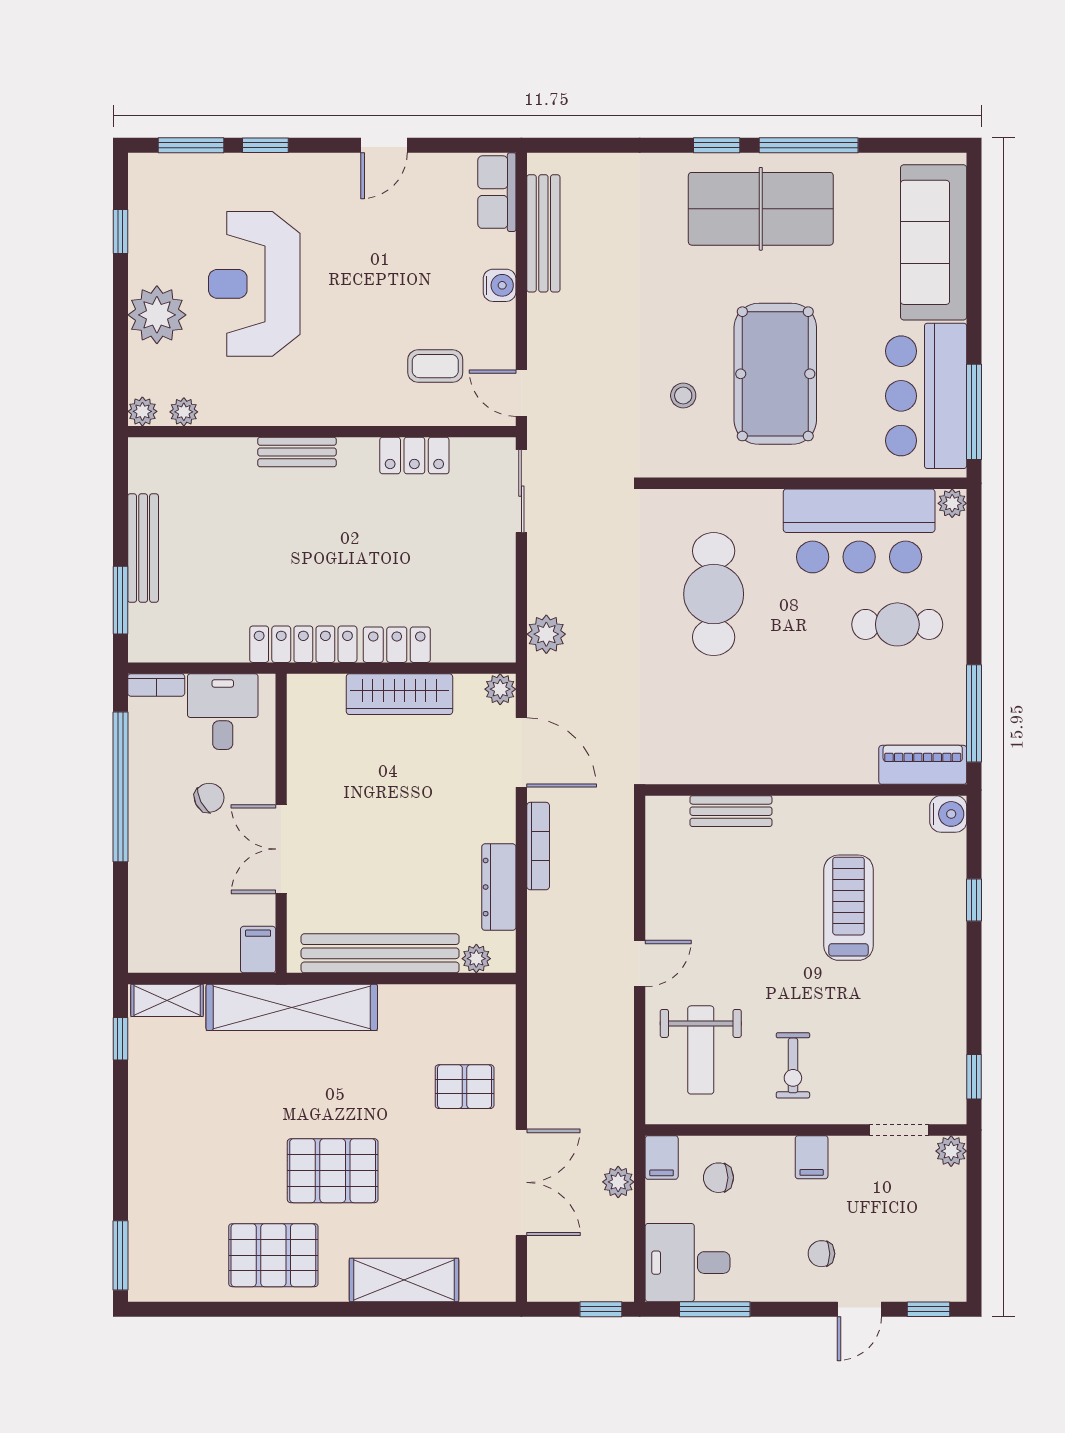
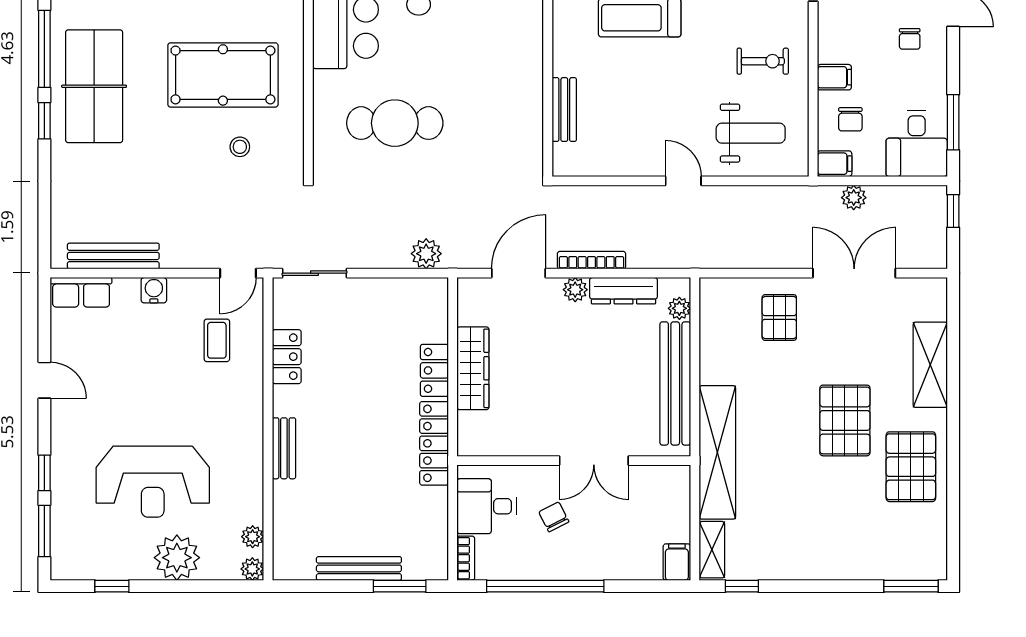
plant: (500, 689) -> (575, 290), moved
filing cabinet: (258, 950) -> (677, 562), moved, turned 90
filing cabinet: (812, 1157) -> (834, 77), moved

